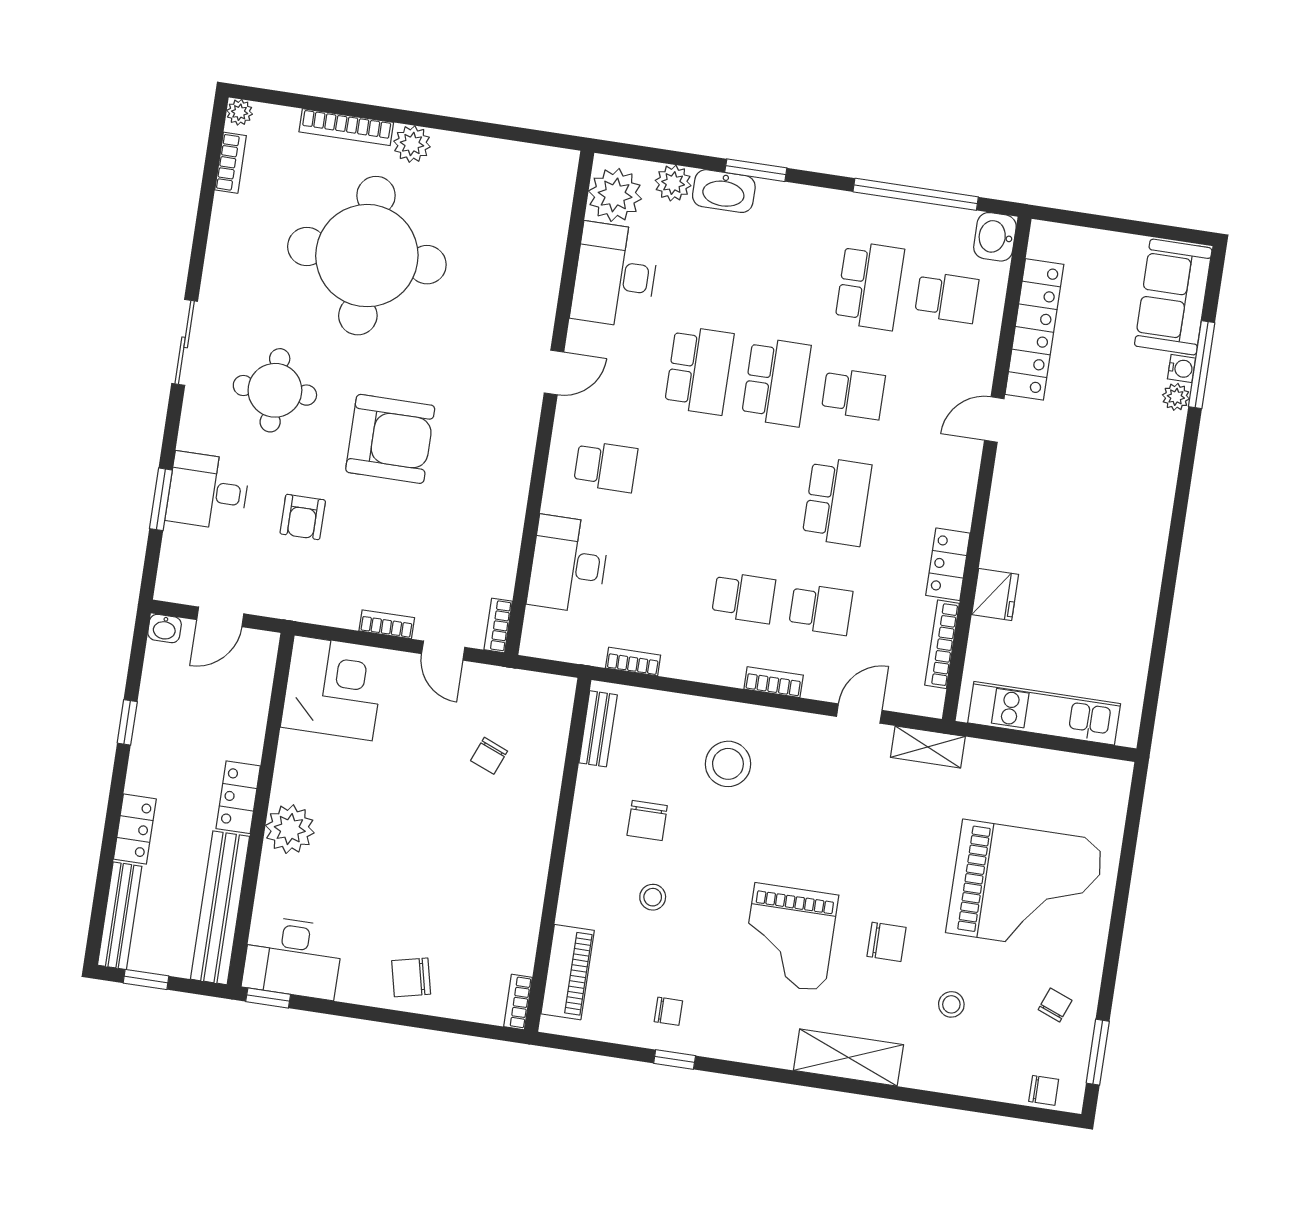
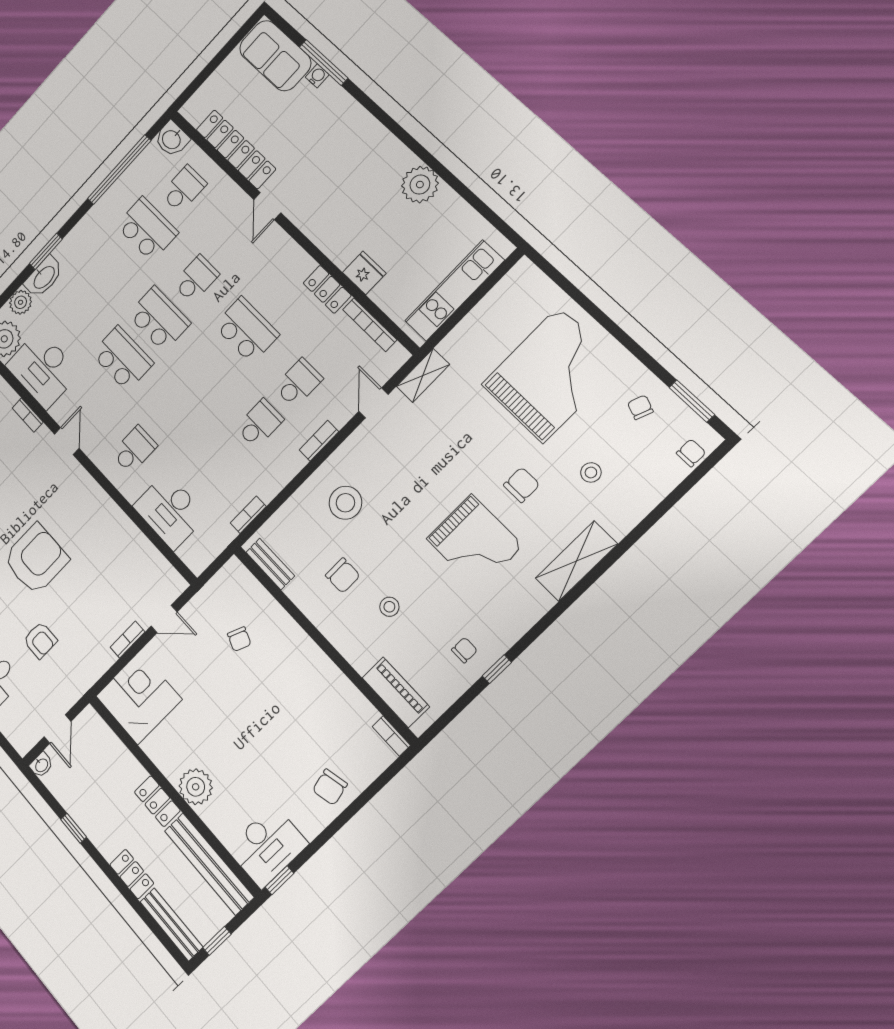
plant: (1176, 397) -> (420, 185), moved, width x1.87, depth x1.87
bookcase: (498, 625) -> (28, 415), moved

